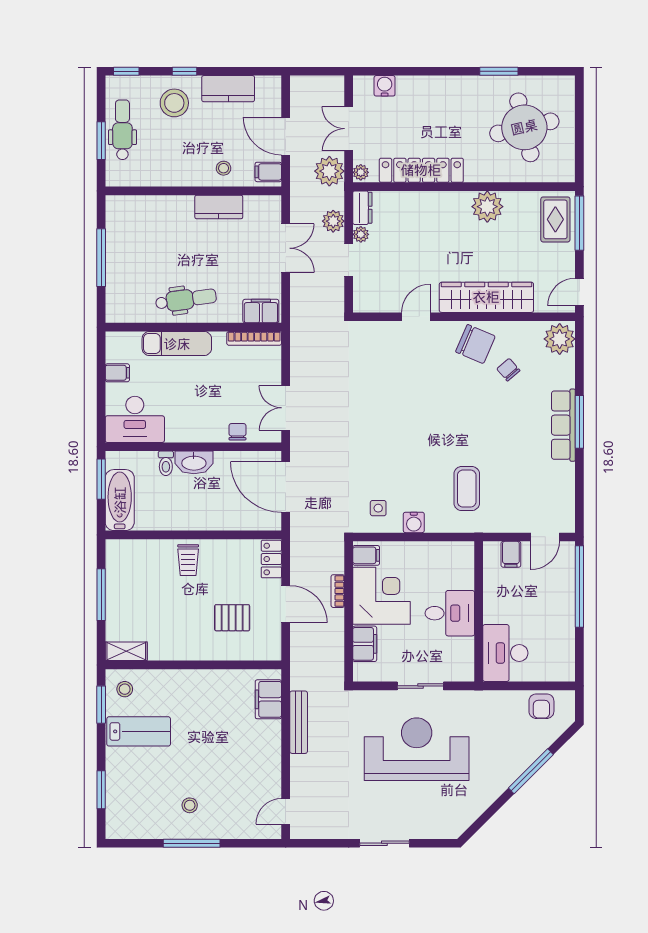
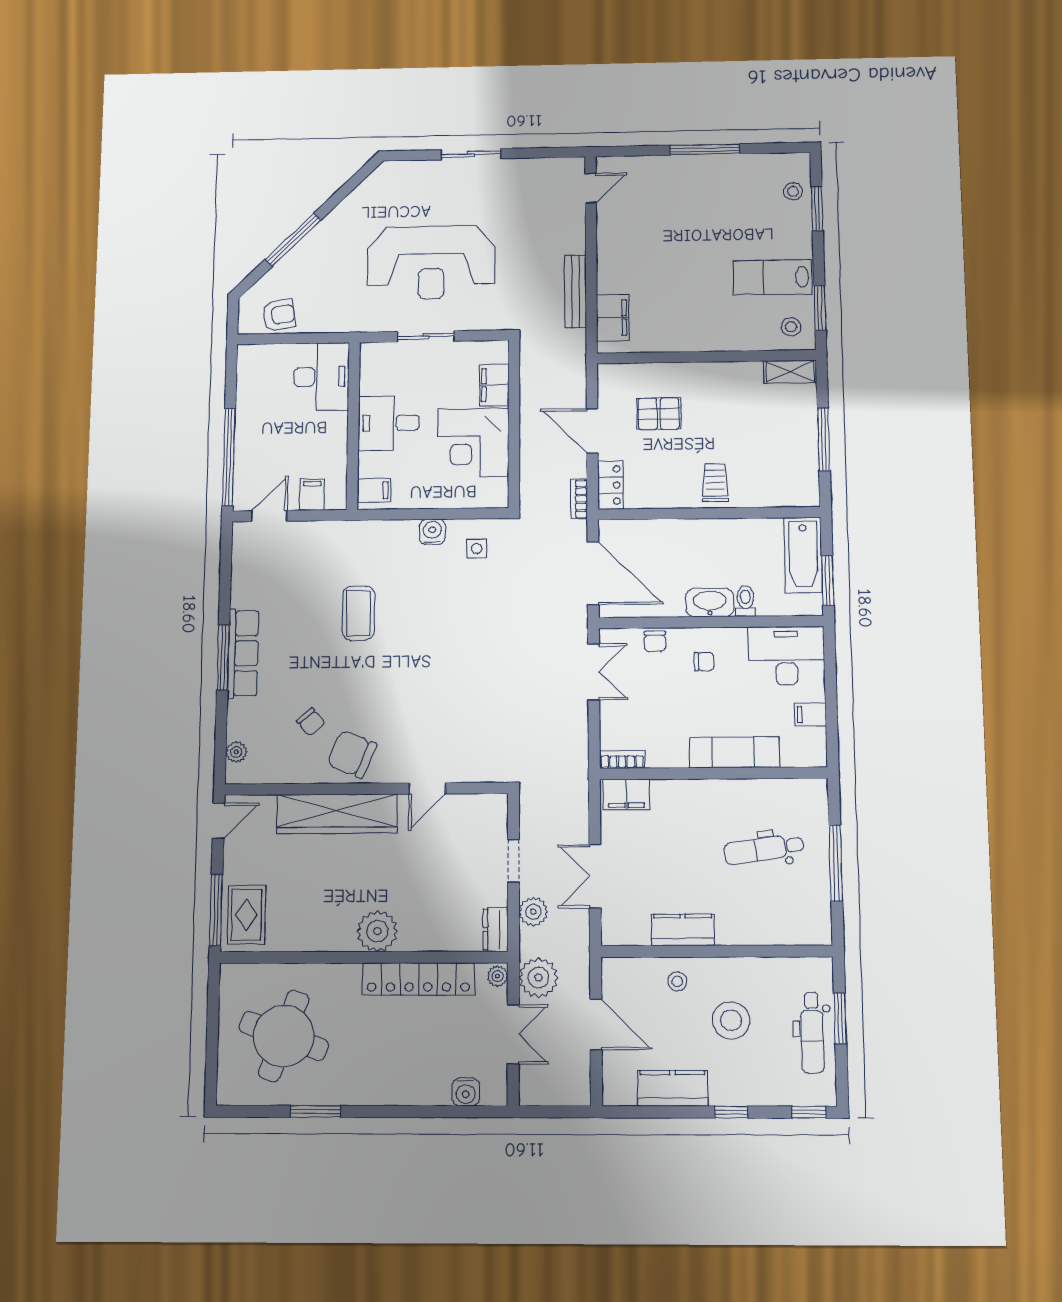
stool: (174, 103) -> (731, 1020), moved
round table: (524, 127) -> (284, 1036), turned 33
filing cabinet: (268, 172) -> (618, 976), removed
plant: (487, 207) -> (377, 931), moved
plant: (361, 234) -> (498, 895), removed
dental chair: (186, 300) -> (764, 849), moved
bookcase: (254, 338) -> (622, 760), width x0.64
plant: (560, 339) -> (236, 752), width x0.53, depth x0.53
chair: (199, 415) -> (704, 662), added
coffee table: (467, 489) -> (358, 613), moved
filing cabinet: (366, 555) -> (374, 490), moved, turned 180
bookcase: (338, 591) -> (579, 499), moved, turned 180
armchair: (541, 706) -> (279, 315), turned 81
stool: (190, 805) -> (793, 191), moved

